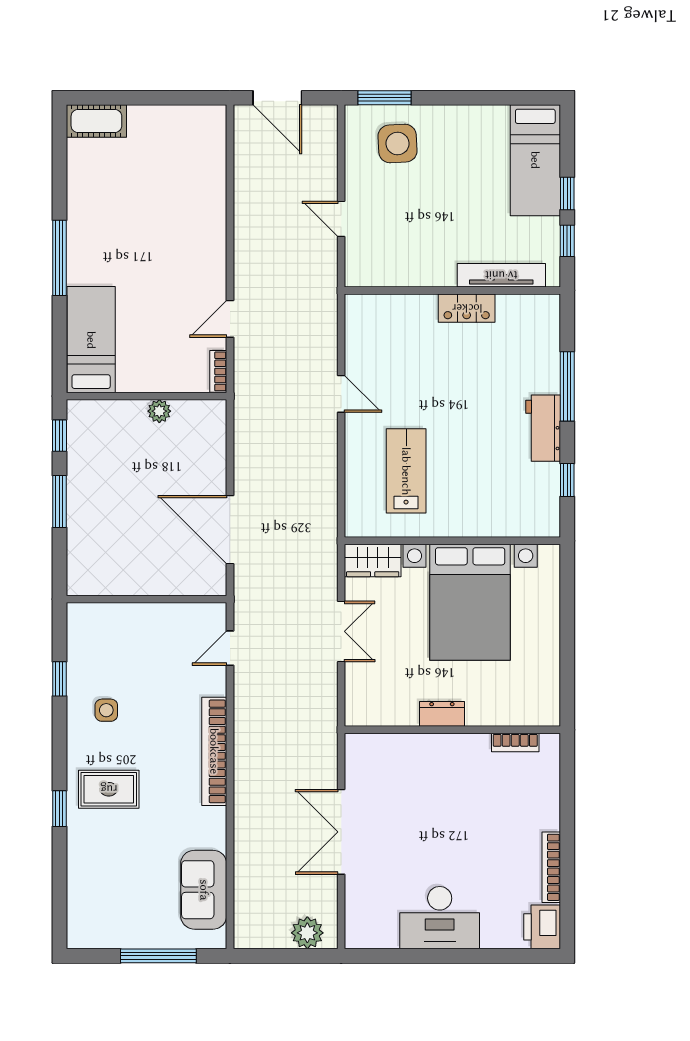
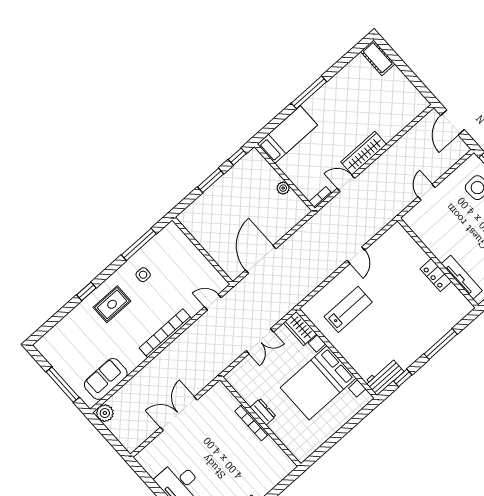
wardrobe: (210, 258) -> (364, 153), added
workbench: (543, 428) -> (384, 377), moved
window: (59, 679) -> (139, 244), width x2.17
bookcase: (515, 743) -> (252, 423), moved, width x1.56
rug: (109, 789) -> (112, 304), turned 90
plant: (307, 933) -> (105, 413), moved

